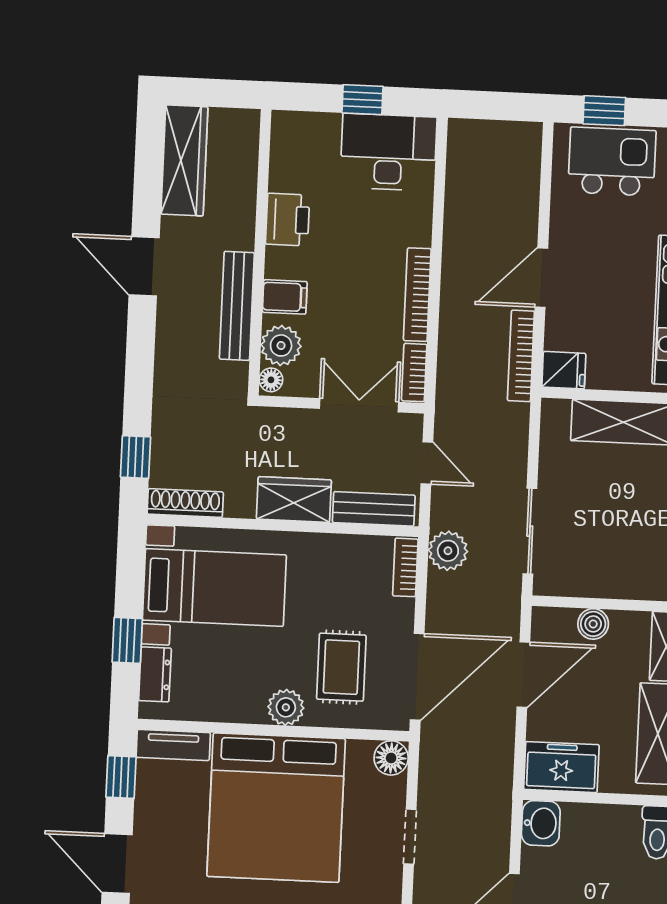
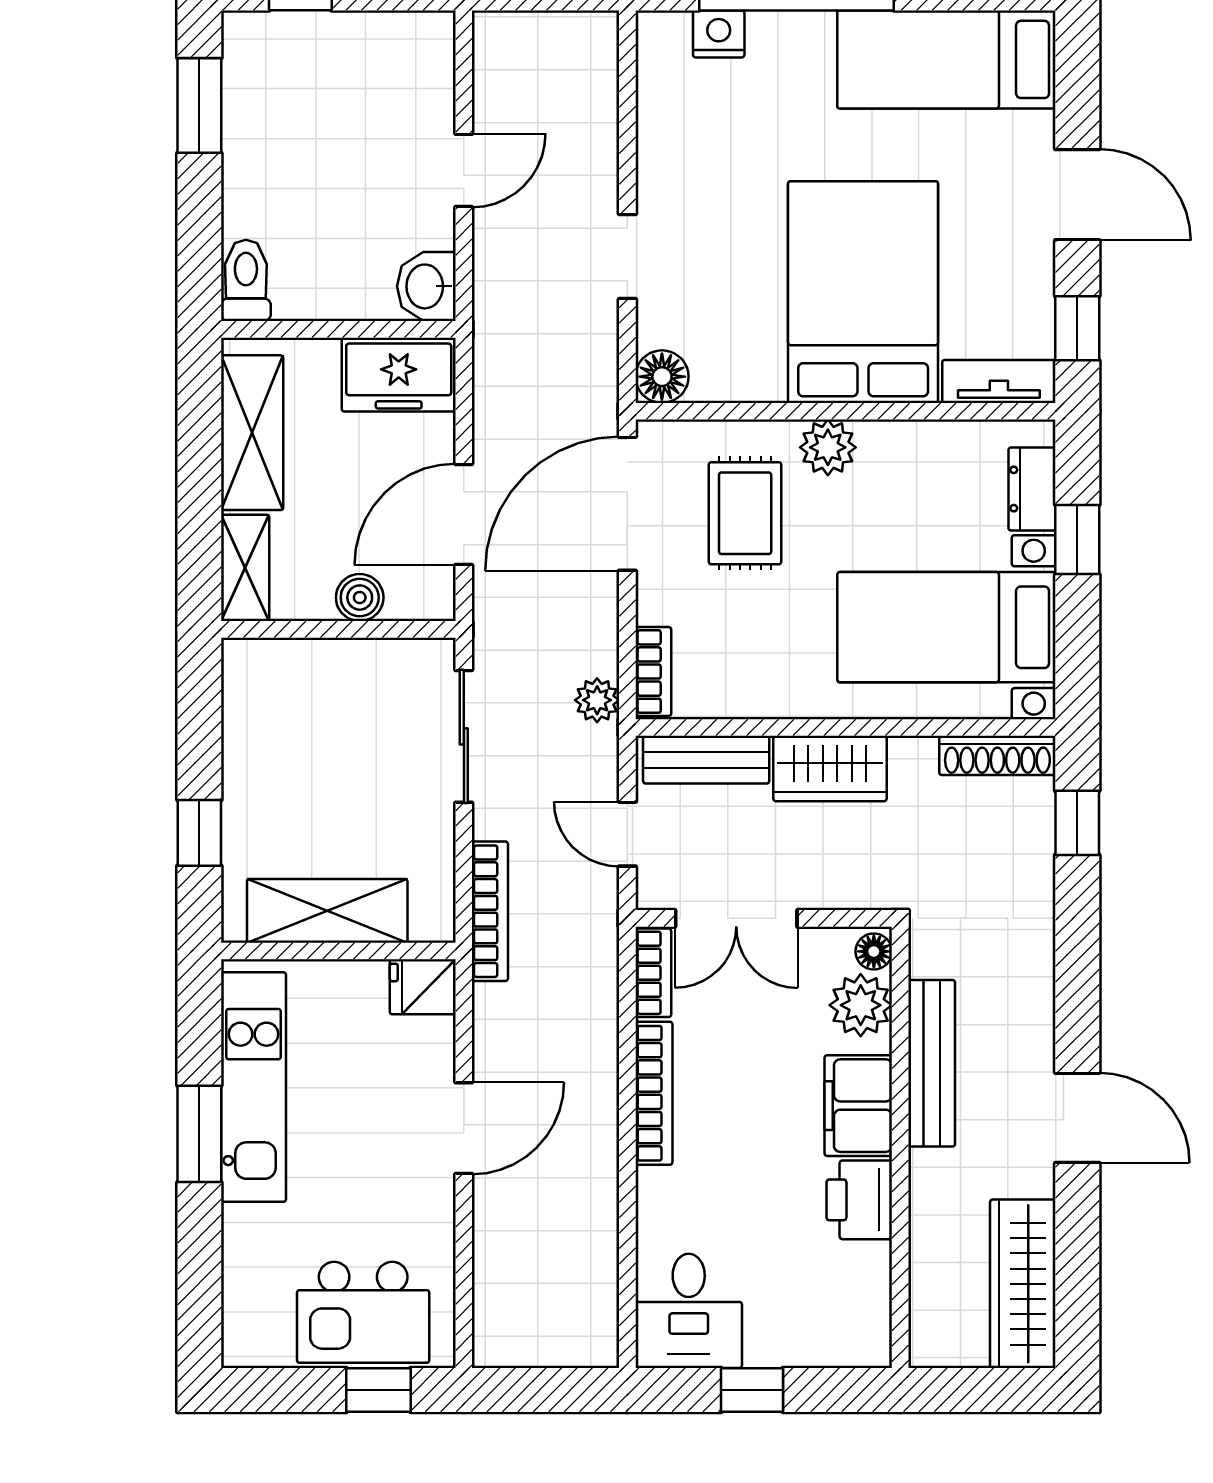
desk: (388, 152) -> (689, 1311), width x0.73
filing cabinet: (285, 297) -> (858, 1106), width x2.00
bookcase: (521, 356) -> (490, 911), moved
plant: (448, 551) -> (597, 700), width x0.73, depth x0.73
bed: (276, 808) -> (863, 292), width x0.73

